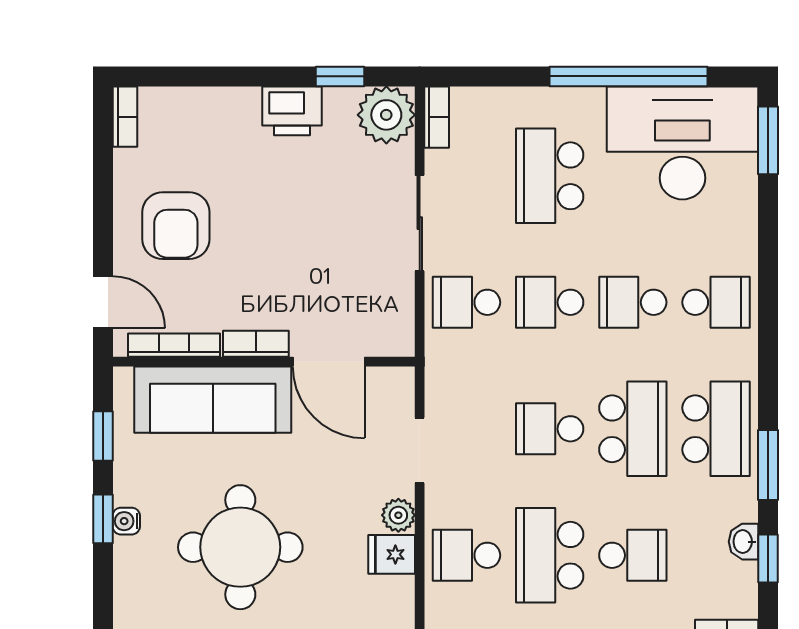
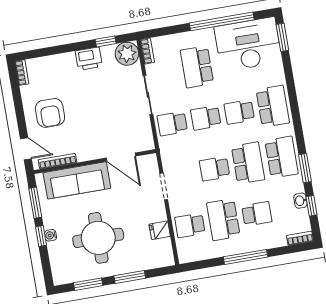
school desk: (716, 302) -> (273, 106), width x1.85
bookcase: (256, 344) -> (90, 155), removed
window: (103, 436) -> (35, 203), width x1.50
plant: (398, 515) -> (160, 214), removed

